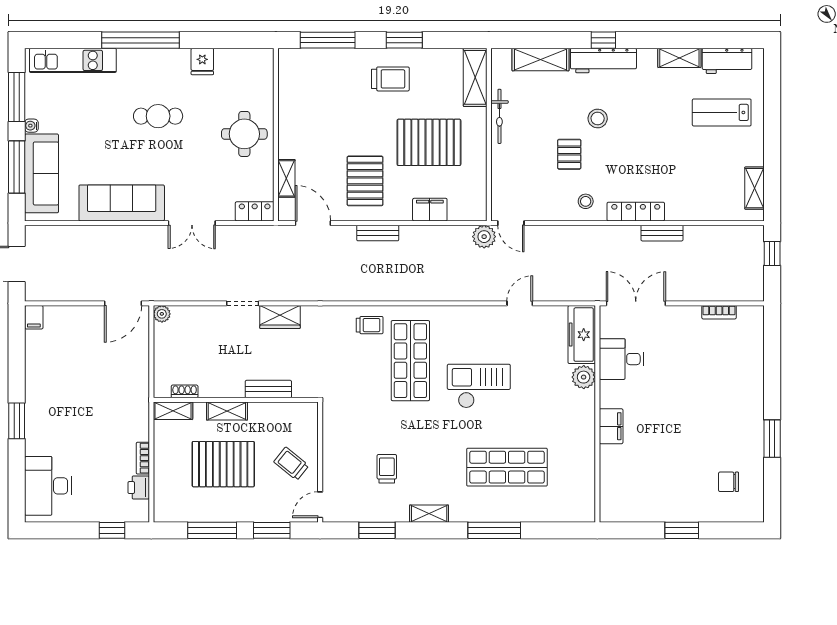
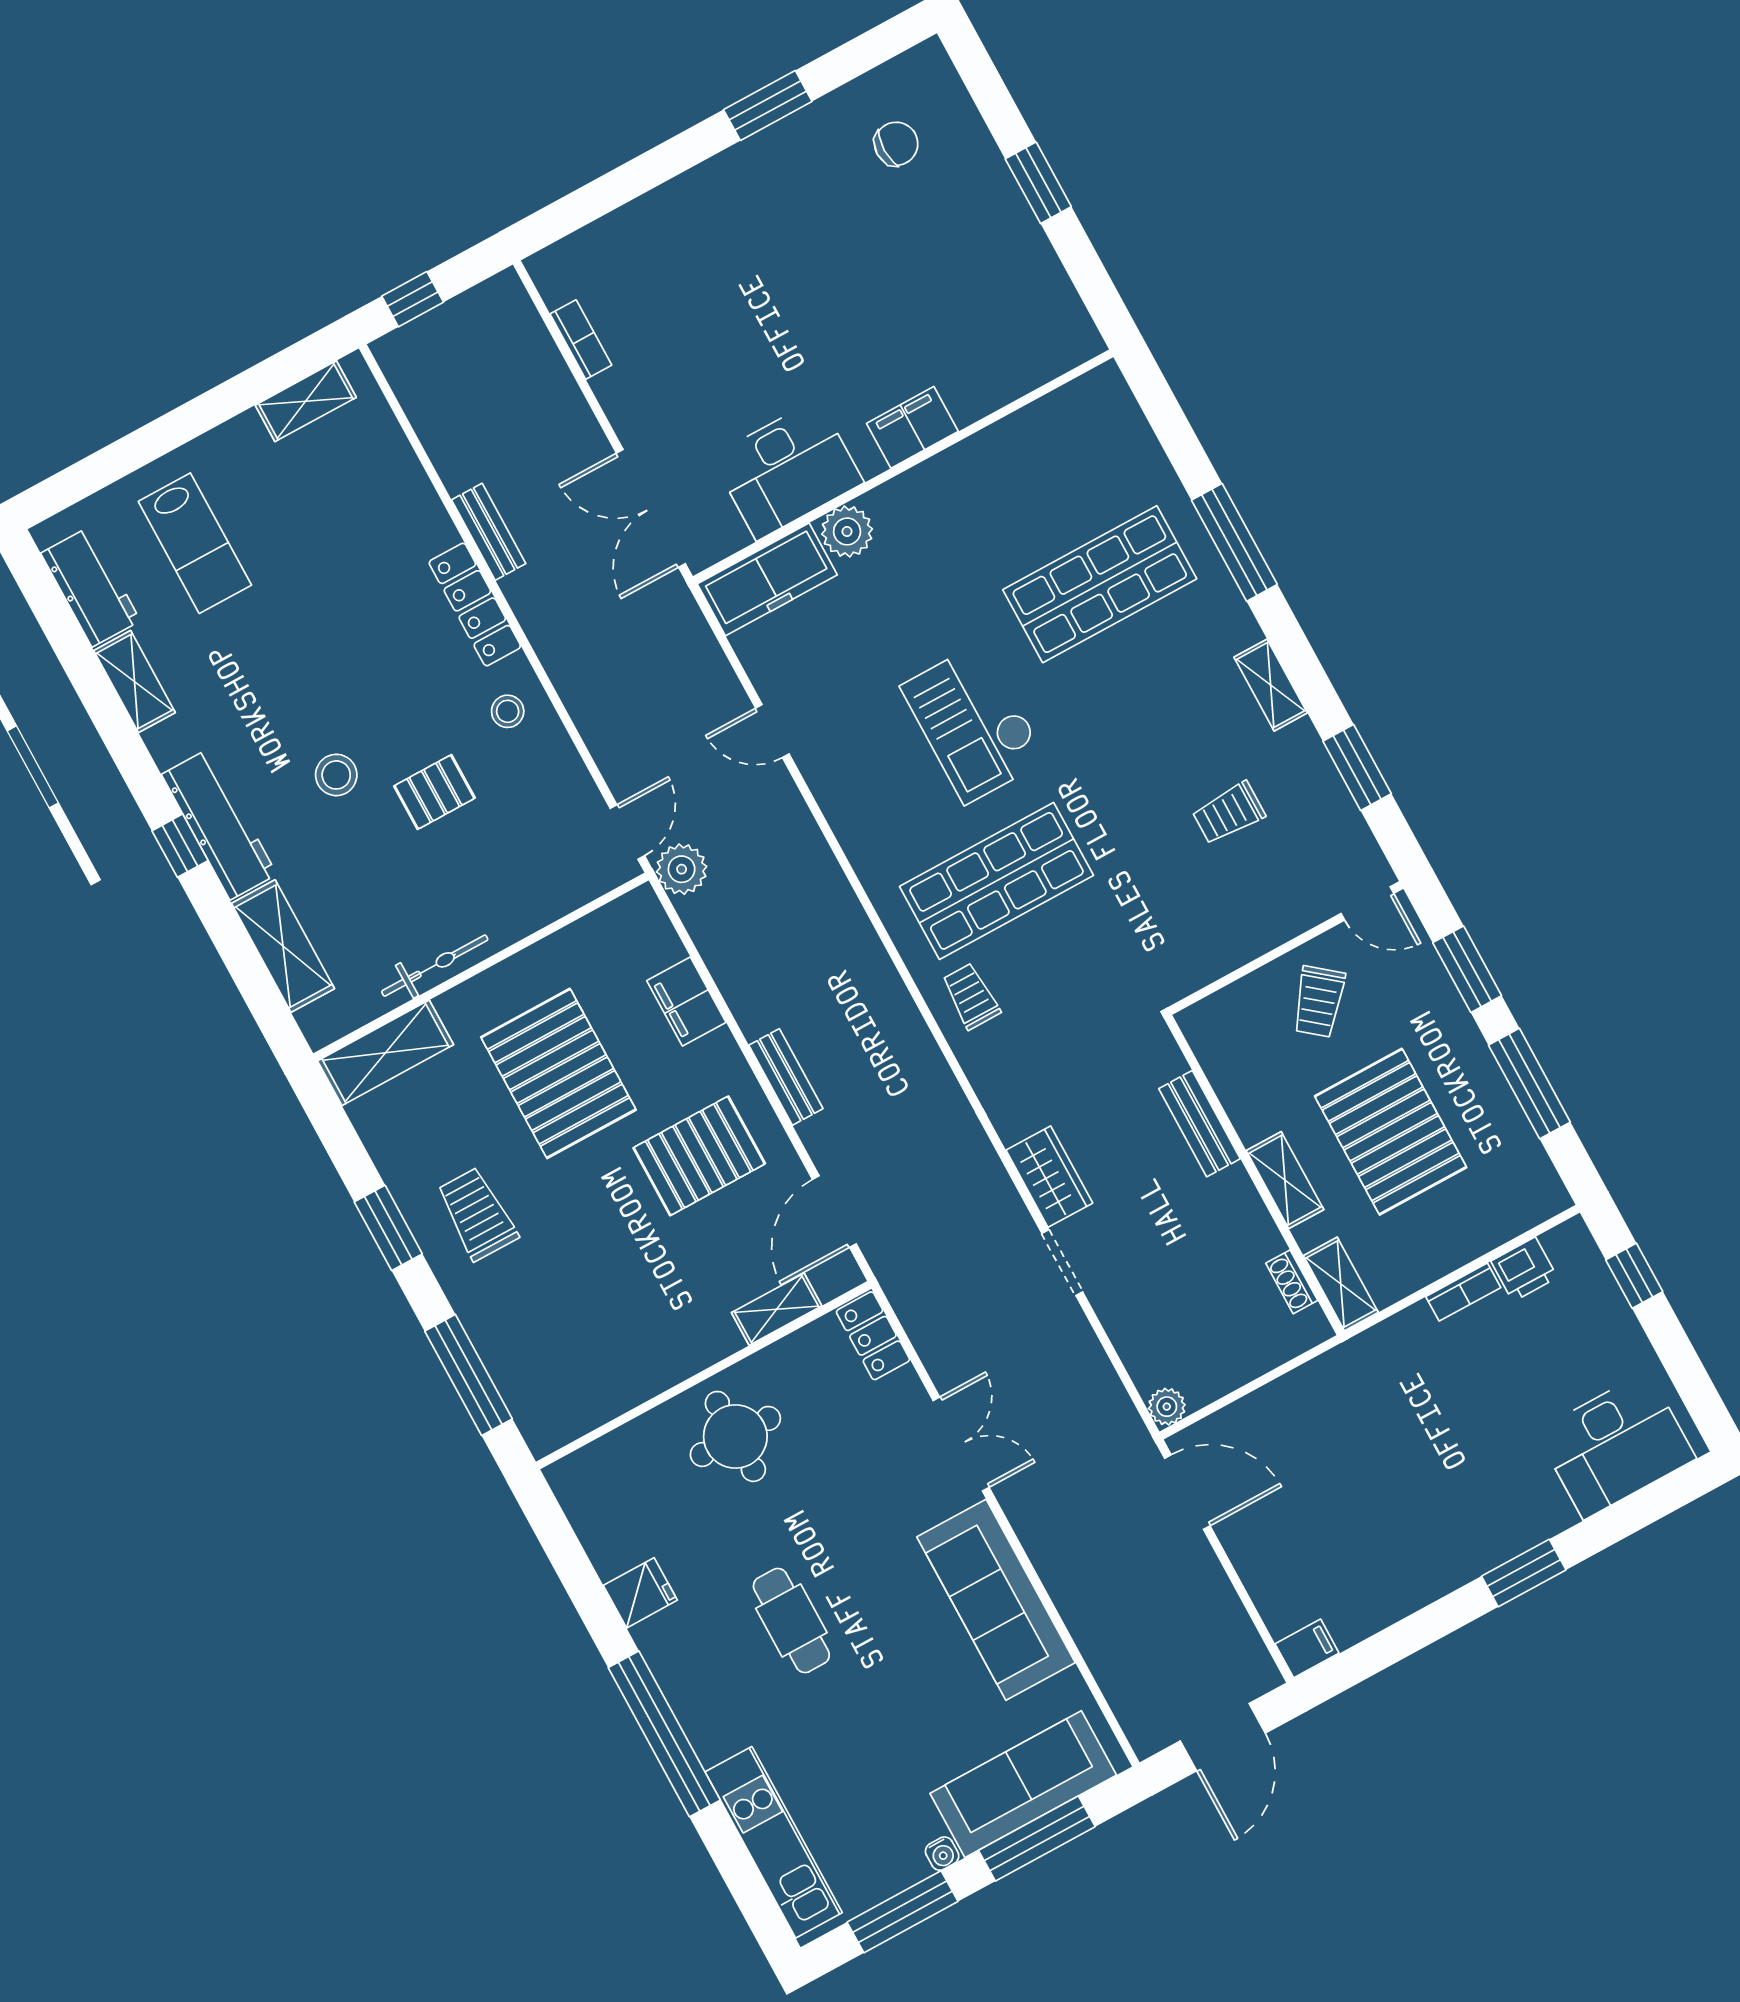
desk: (621, 359) -> (787, 470), width x1.37
shop shelf: (507, 467) -> (1100, 584), turned 90
chair: (729, 482) -> (896, 144), turned -90

